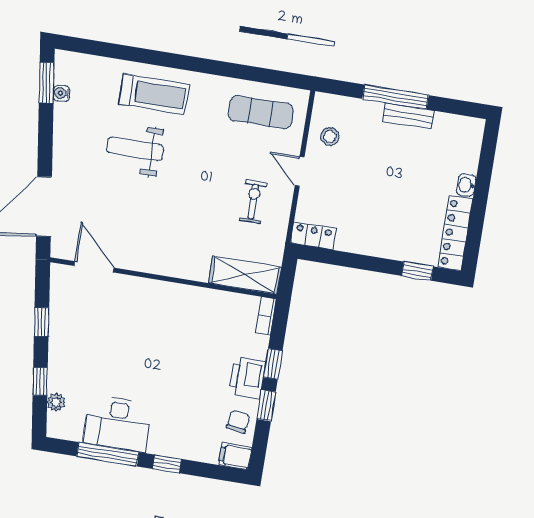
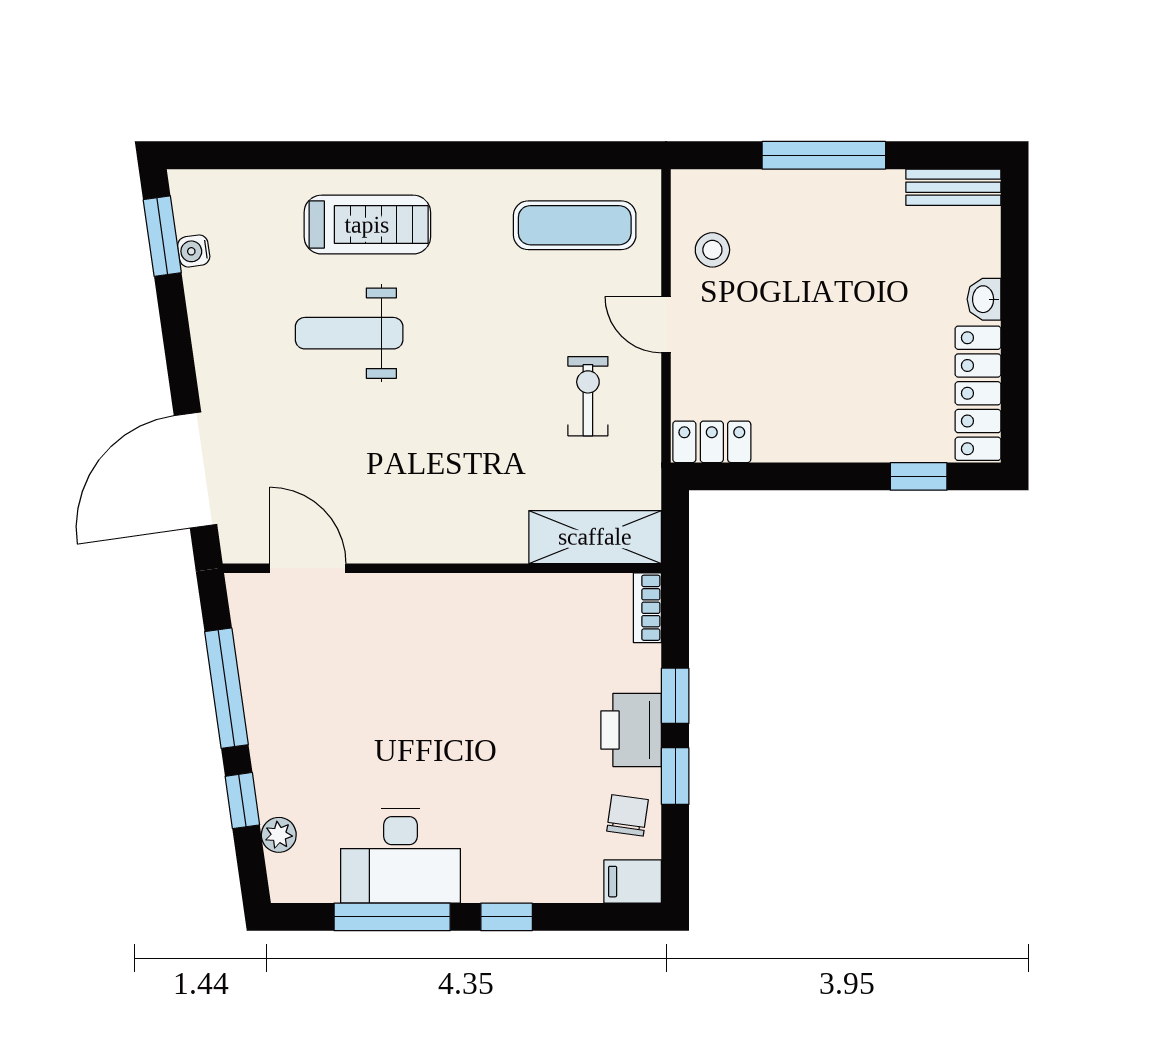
bench: (408, 116) -> (953, 187), moved
window: (42, 322) -> (226, 688), width x2.17

